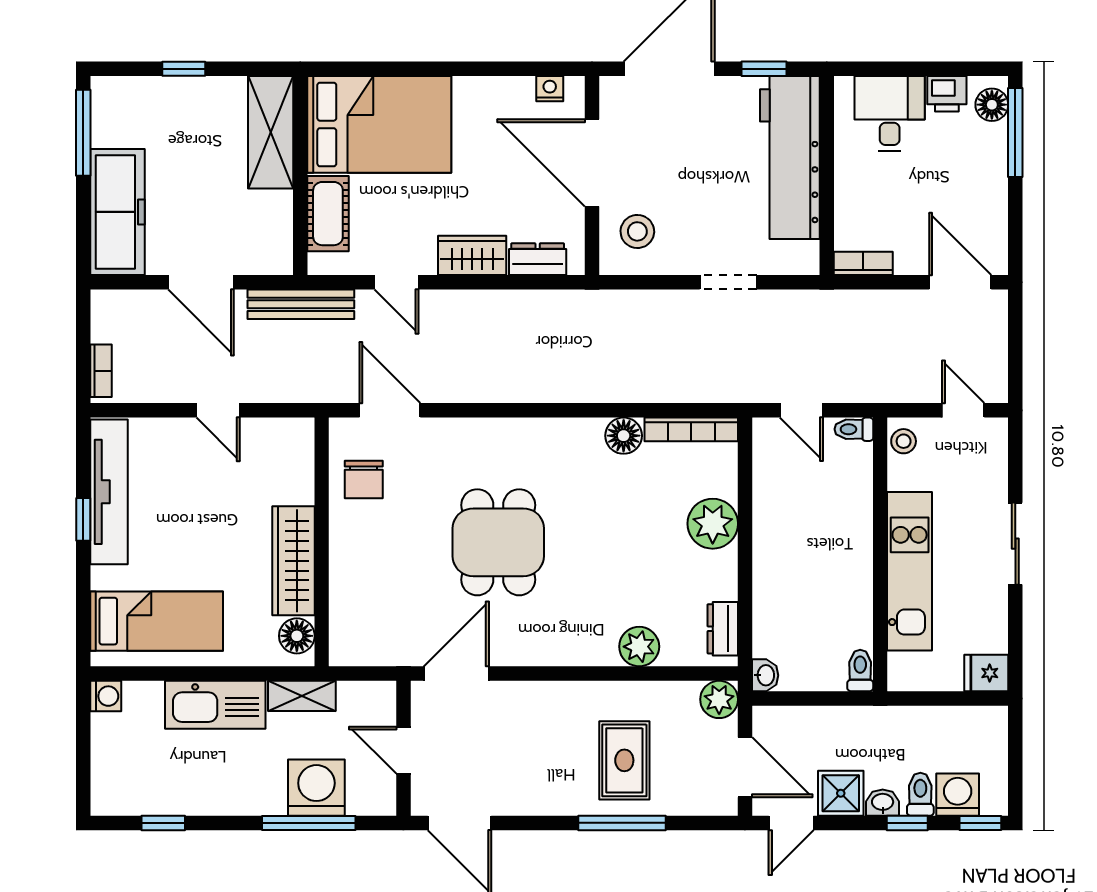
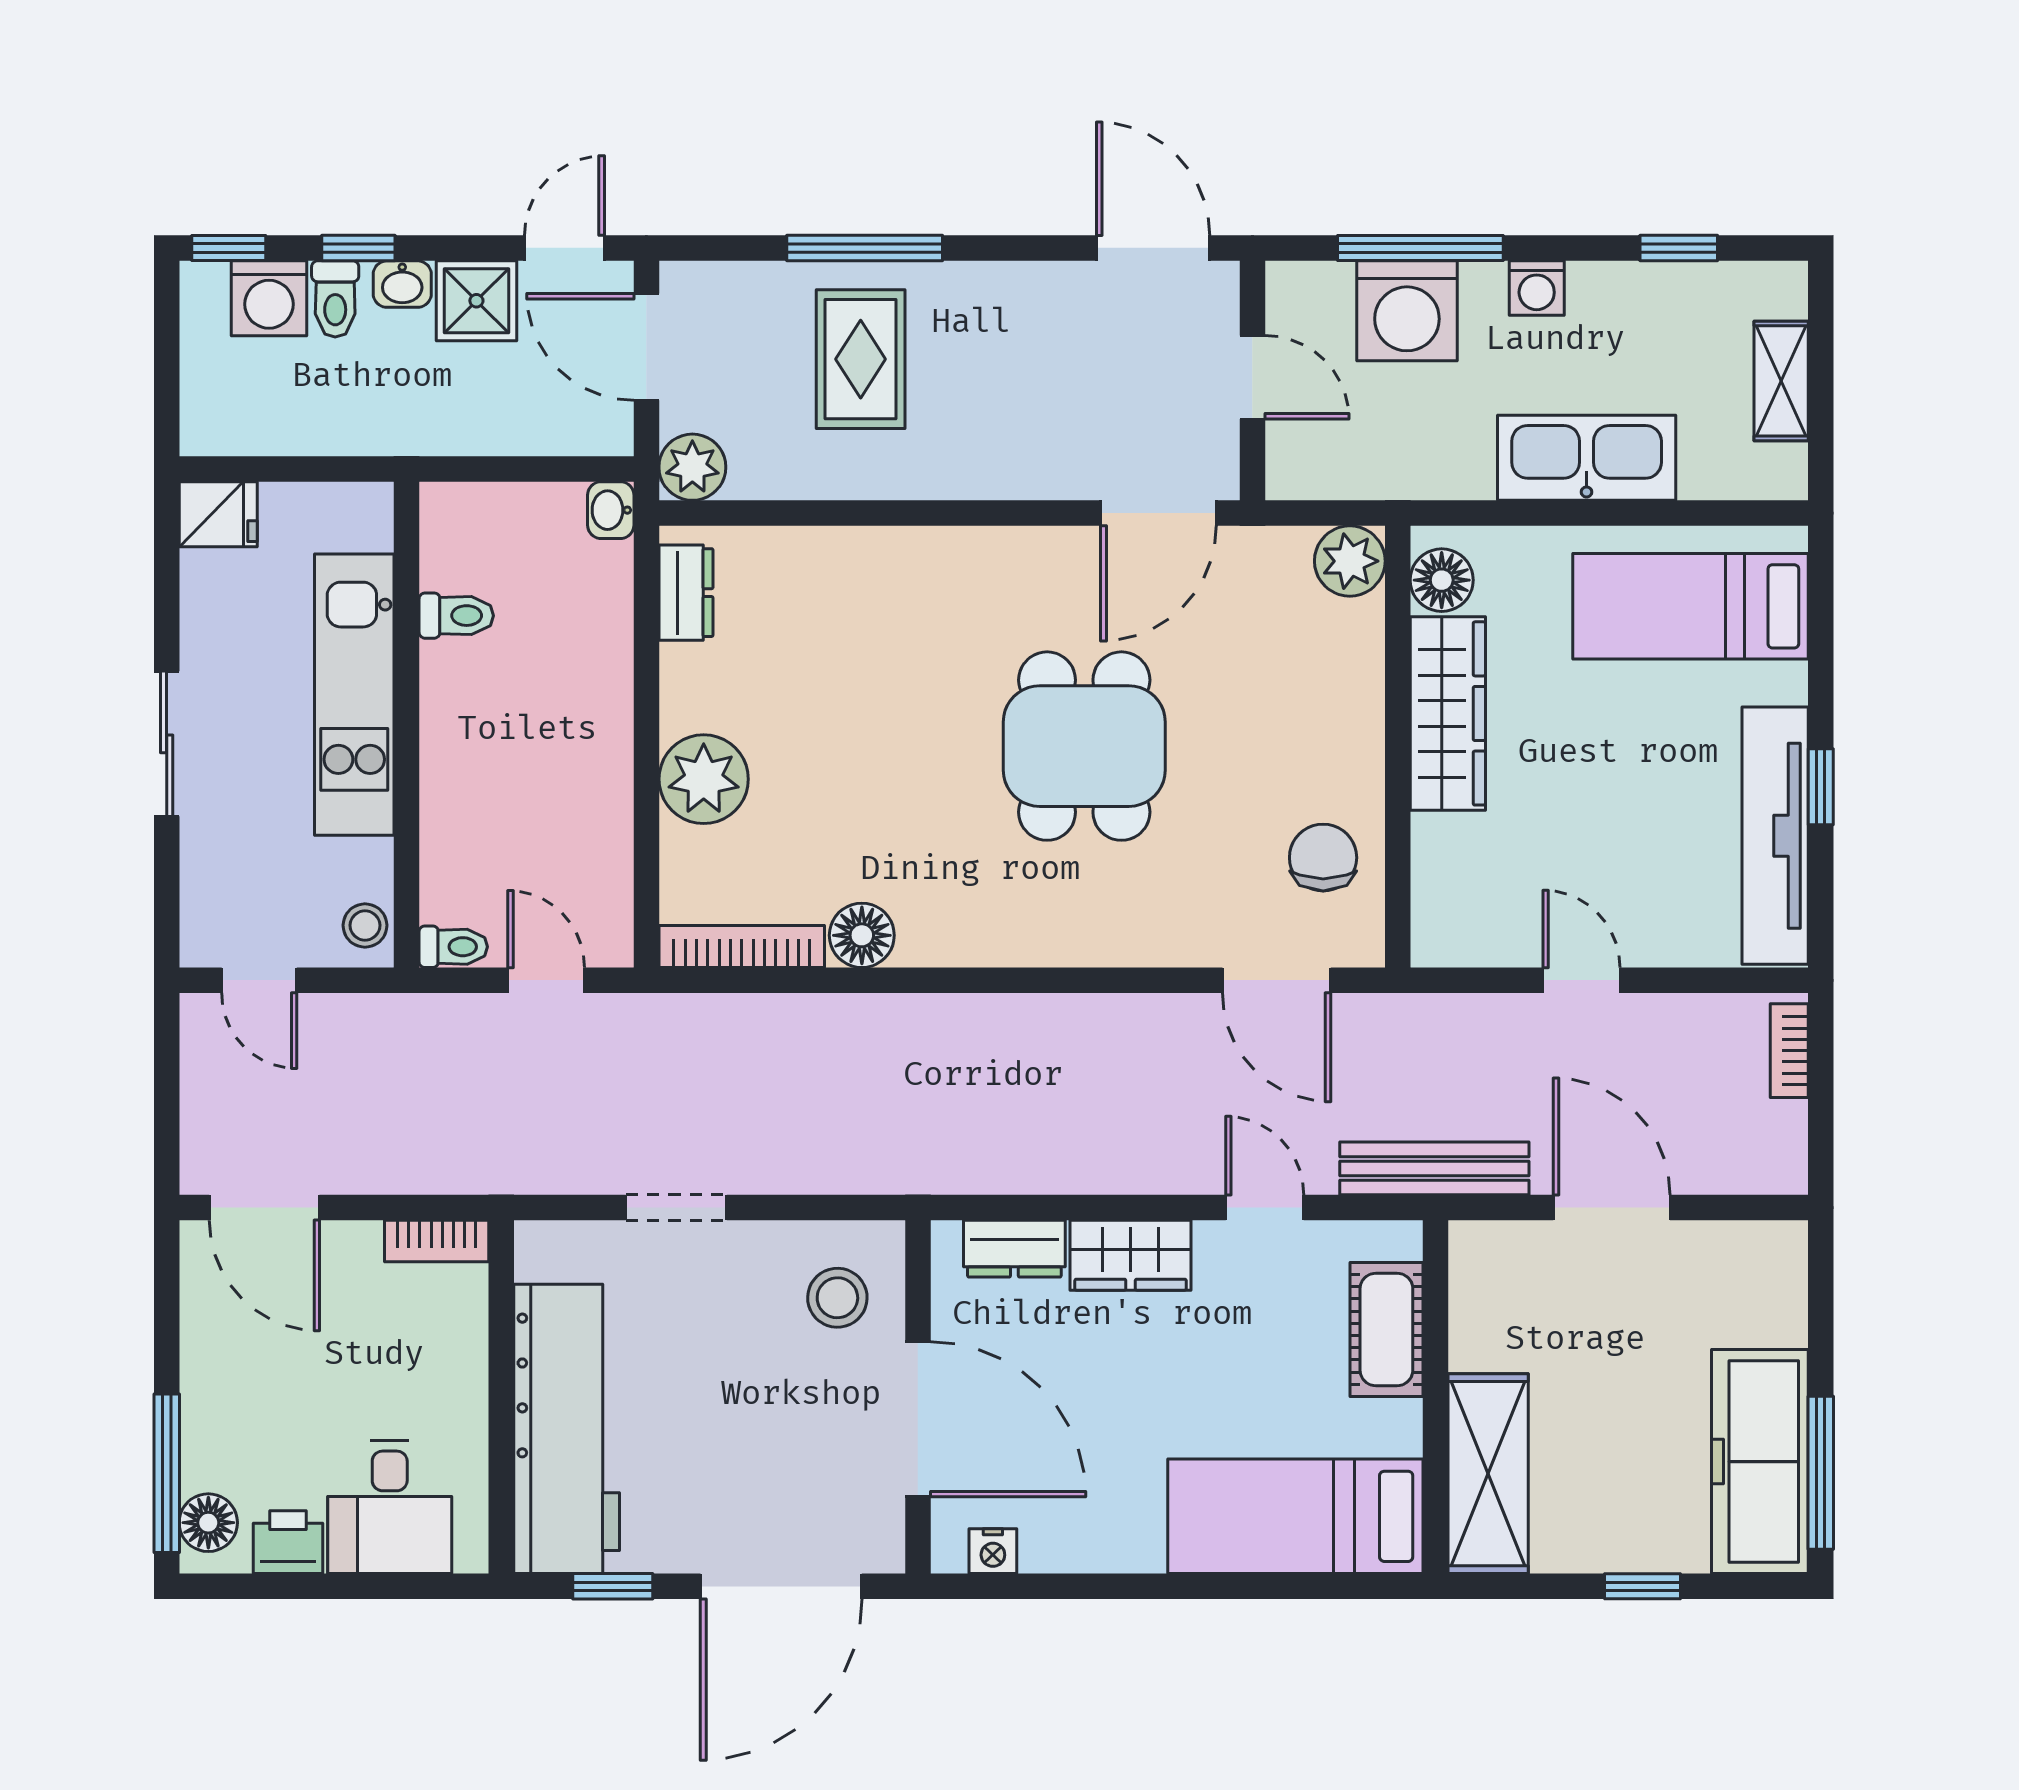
bed: (379, 124) -> (1295, 1516), width x0.67
freezer: (118, 212) -> (1760, 1462), moved
plant: (639, 647) -> (1350, 561), moved
toilet: (860, 670) -> (456, 616), moved, turned -90
washing machine: (106, 696) -> (1537, 288), moved, turned -90
shelving: (302, 696) -> (1781, 381), moved, turned 90

